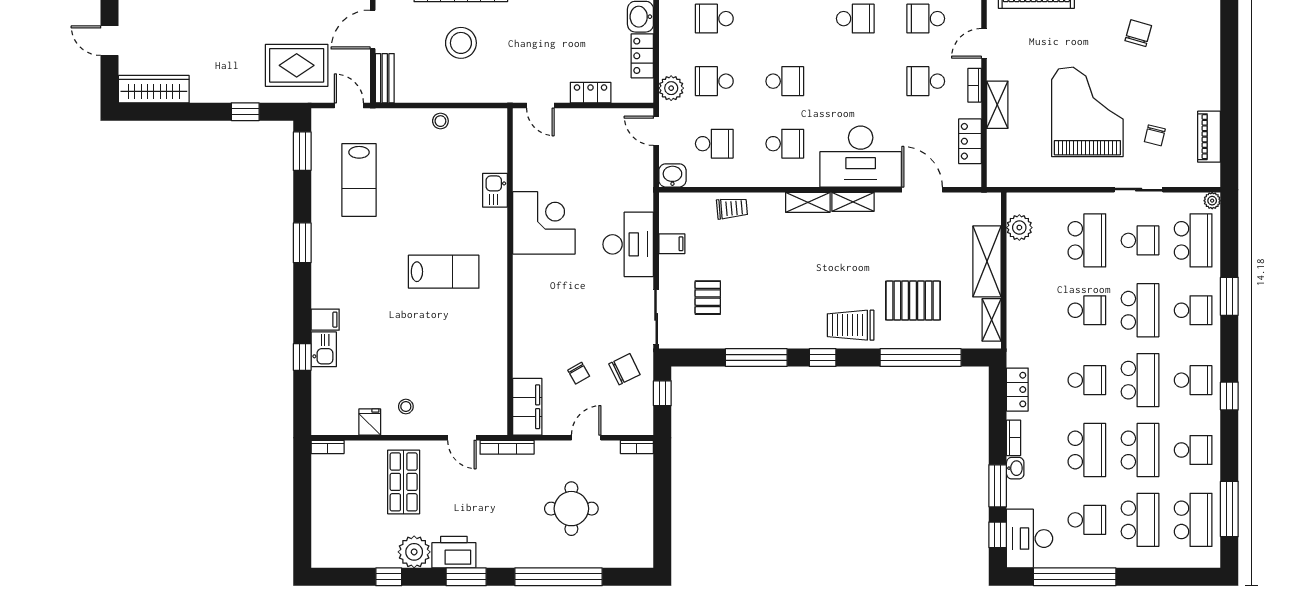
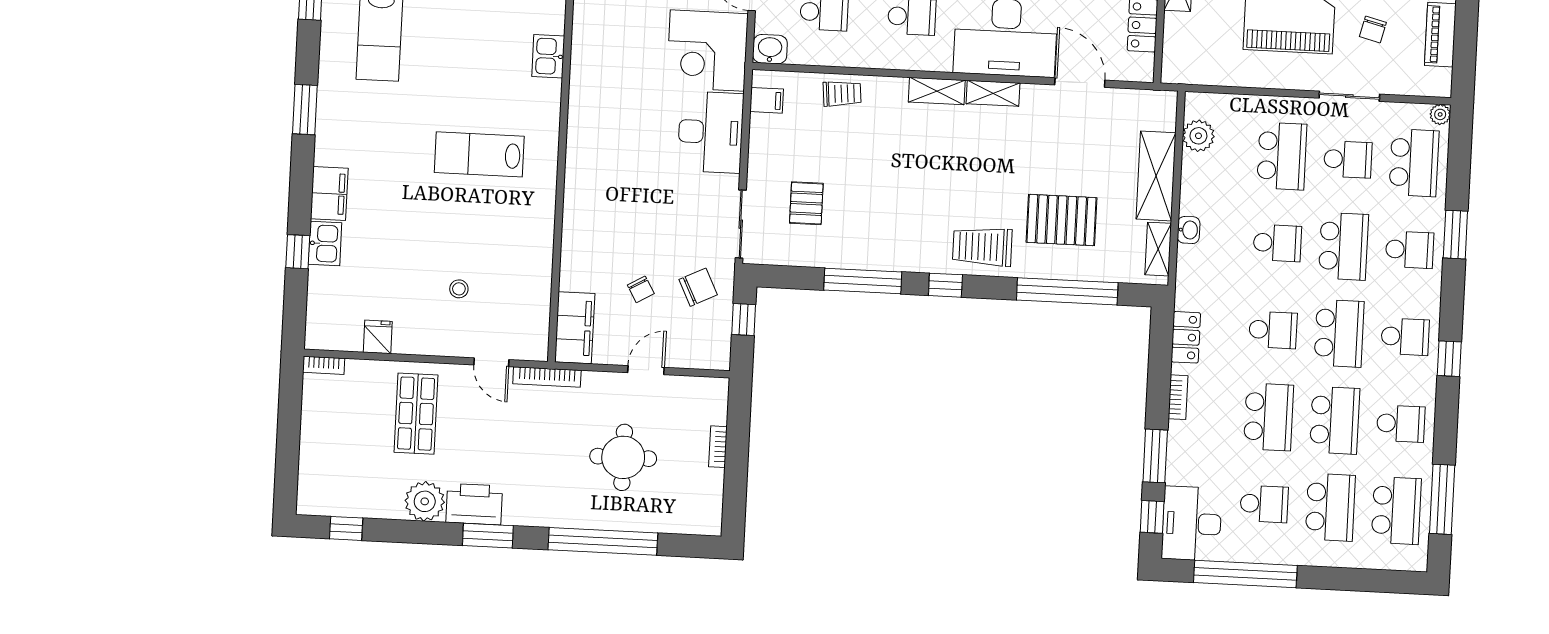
corner desk: (544, 223) -> (707, 51), moved, turned 180
filing cabinet: (672, 244) -> (767, 100), moved
lab bench: (444, 272) -> (479, 154), turned 180
filing cabinet: (325, 320) -> (329, 194), width x2.00
stool: (406, 407) -> (459, 289), moved
bookcase: (637, 447) -> (718, 447), moved, turned 90
washbasin: (1015, 468) -> (1189, 230), moved
window: (389, 577) -> (346, 528), moved

